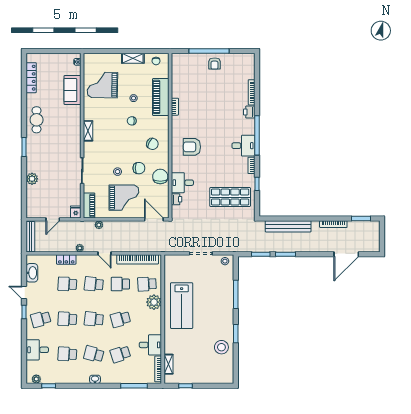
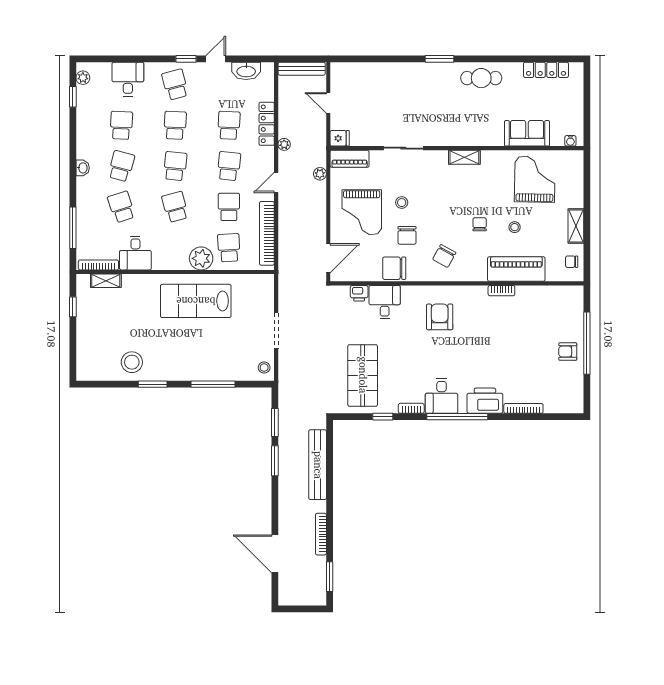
printer: (249, 112) -> (485, 401), width x1.87, depth x1.48
chair: (160, 176) -> (394, 268), turned 180
plant: (32, 179) -> (391, 71), removed
locker: (66, 259) -> (267, 124), width x1.53

